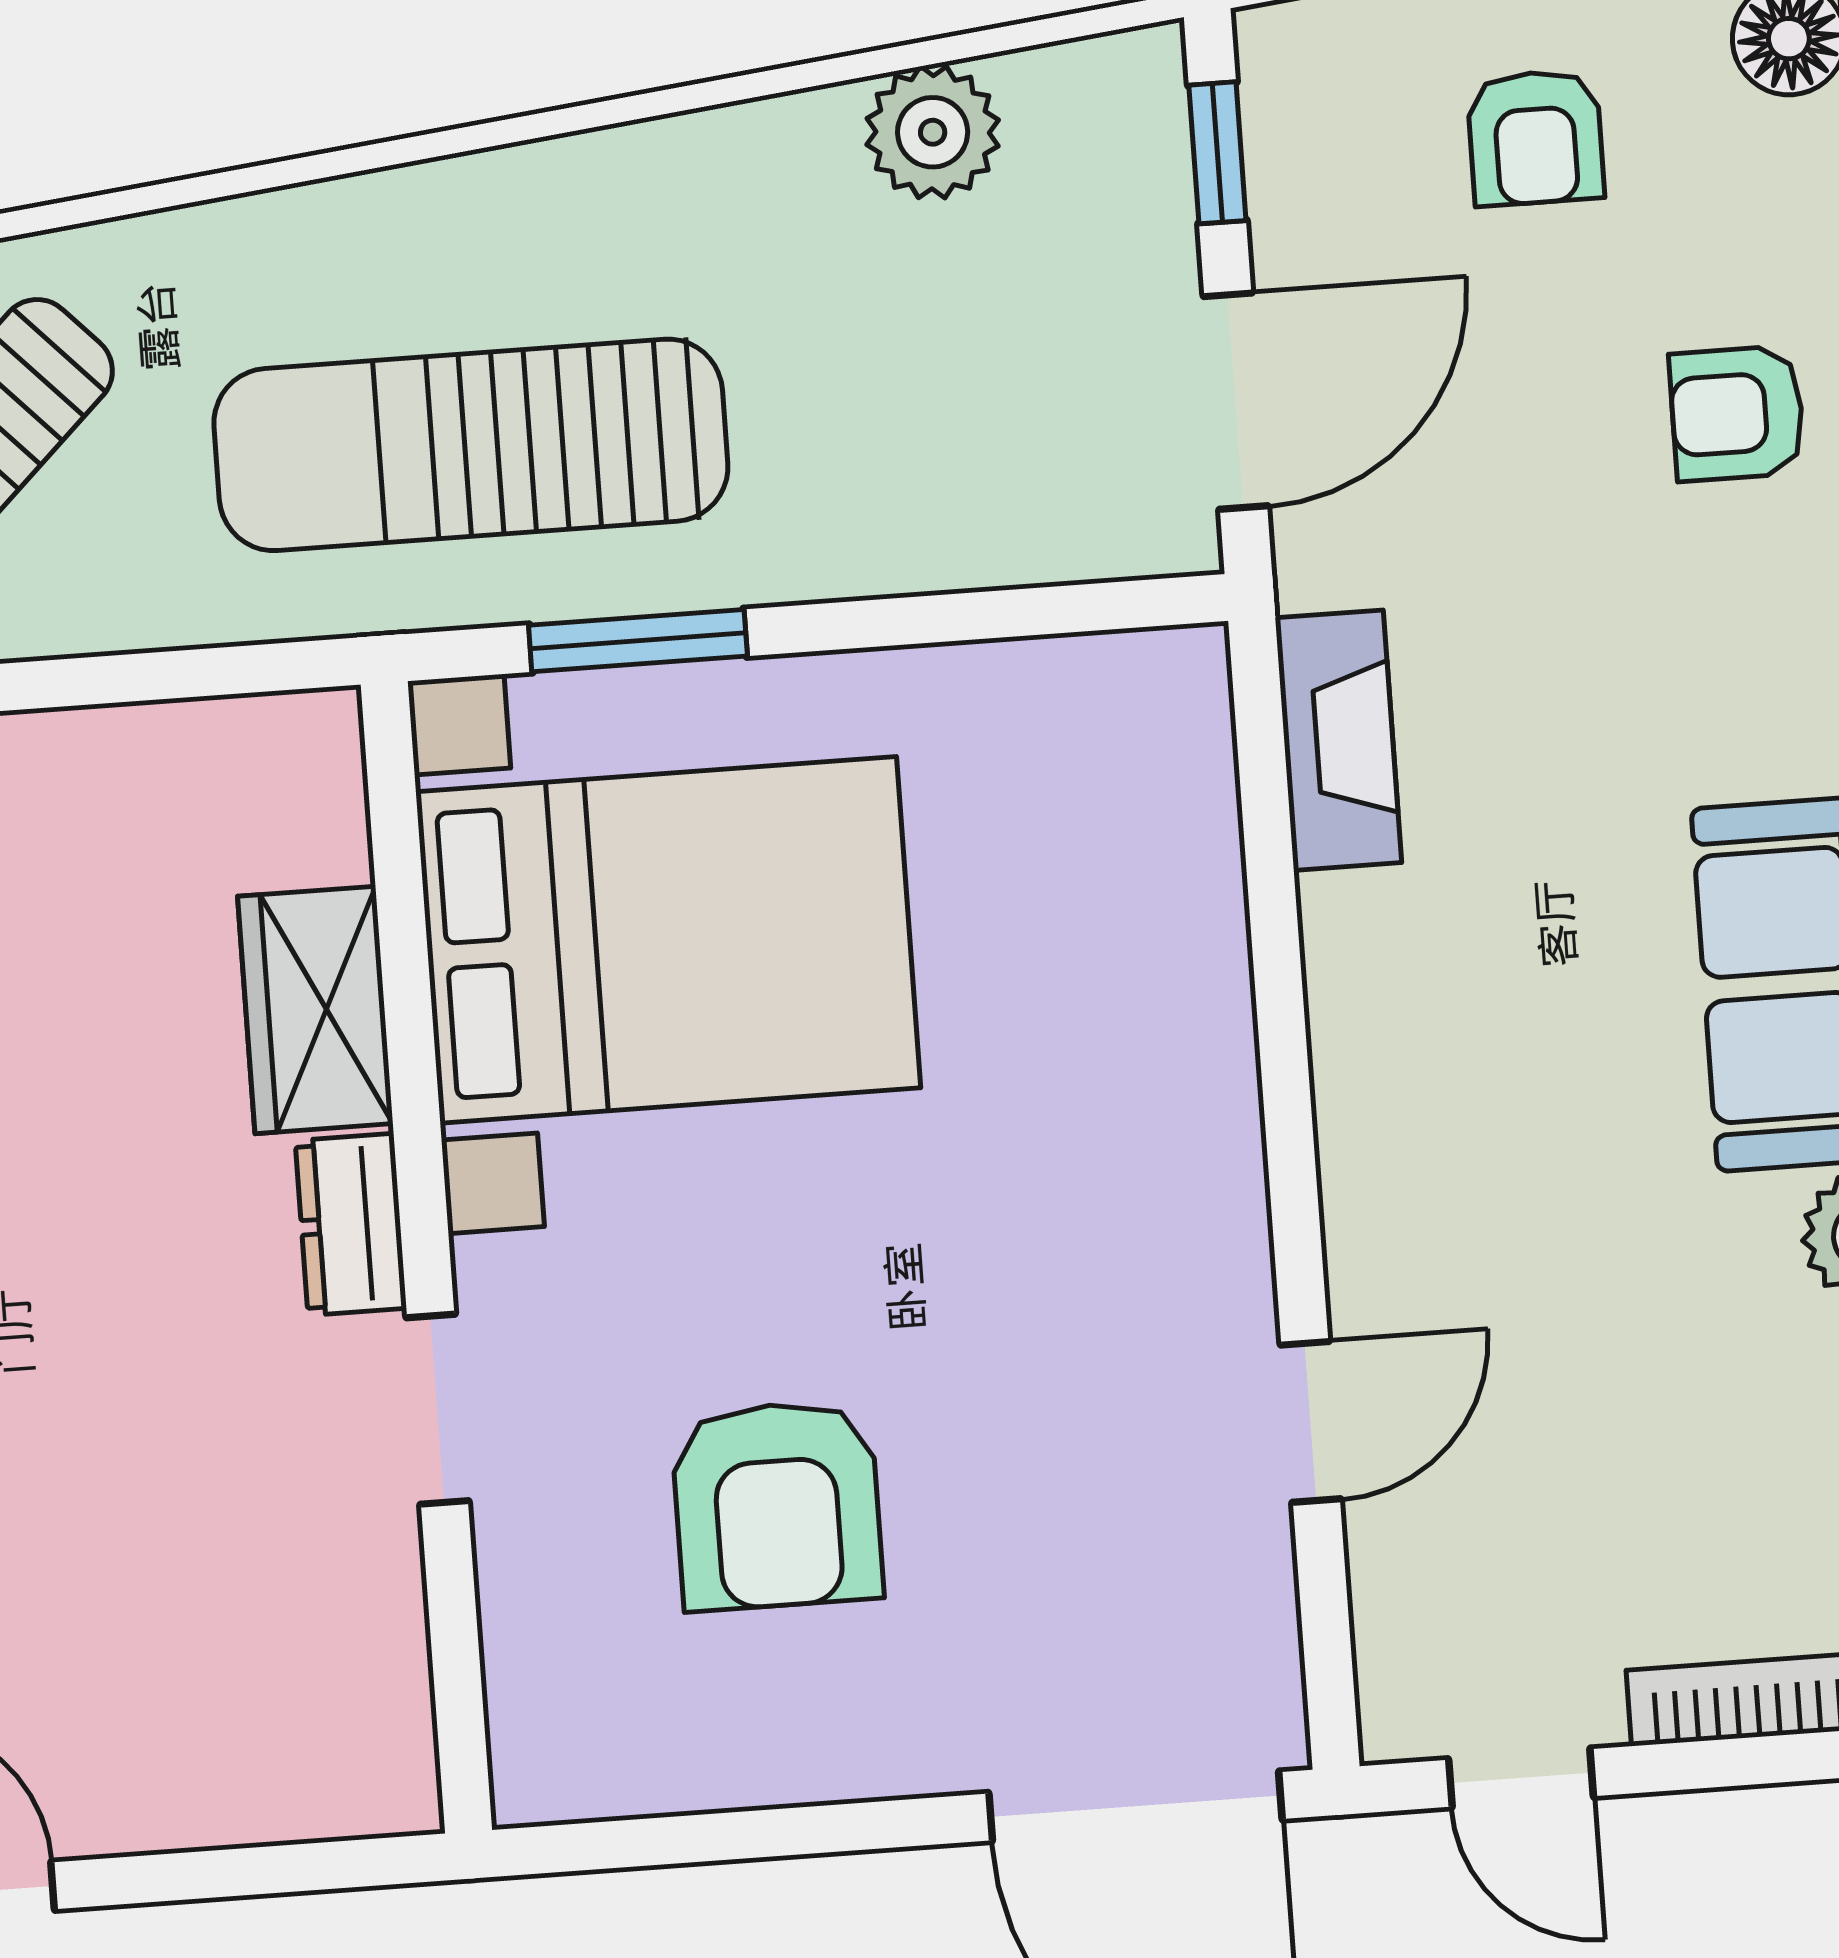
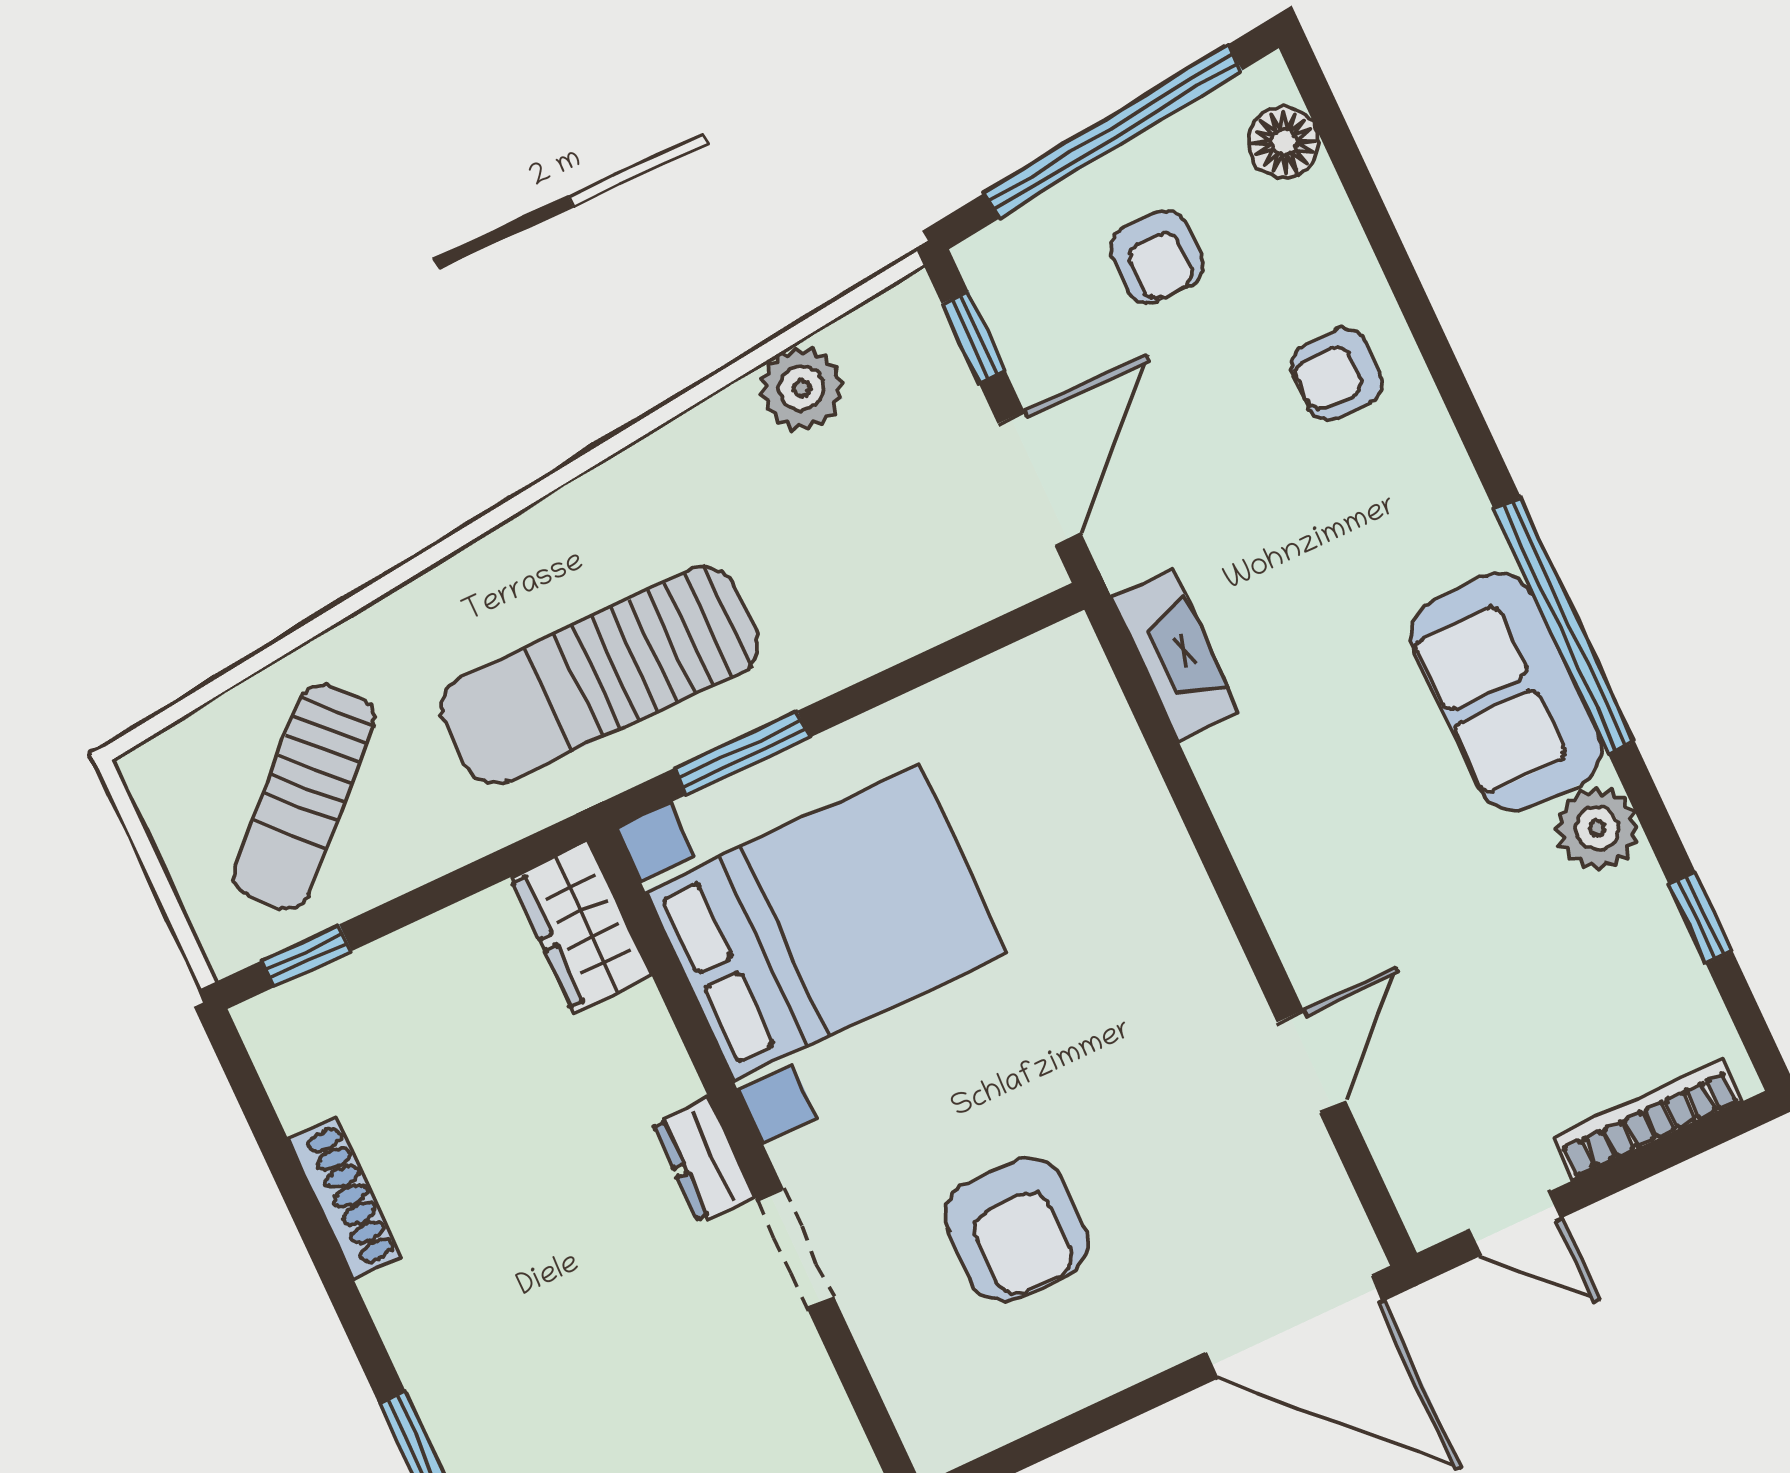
wardrobe: (315, 1010) -> (581, 927), moved

